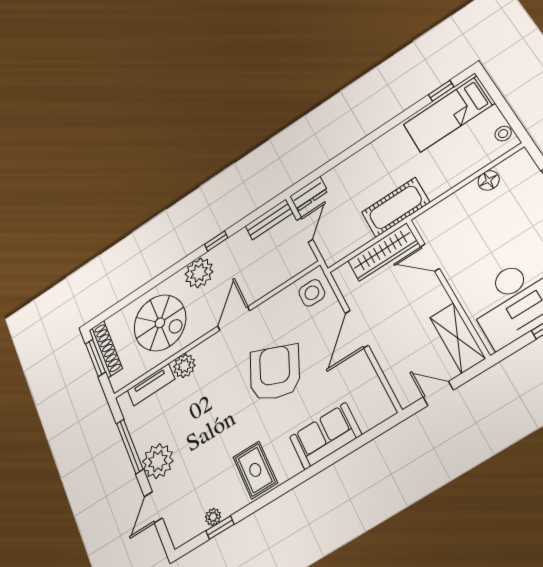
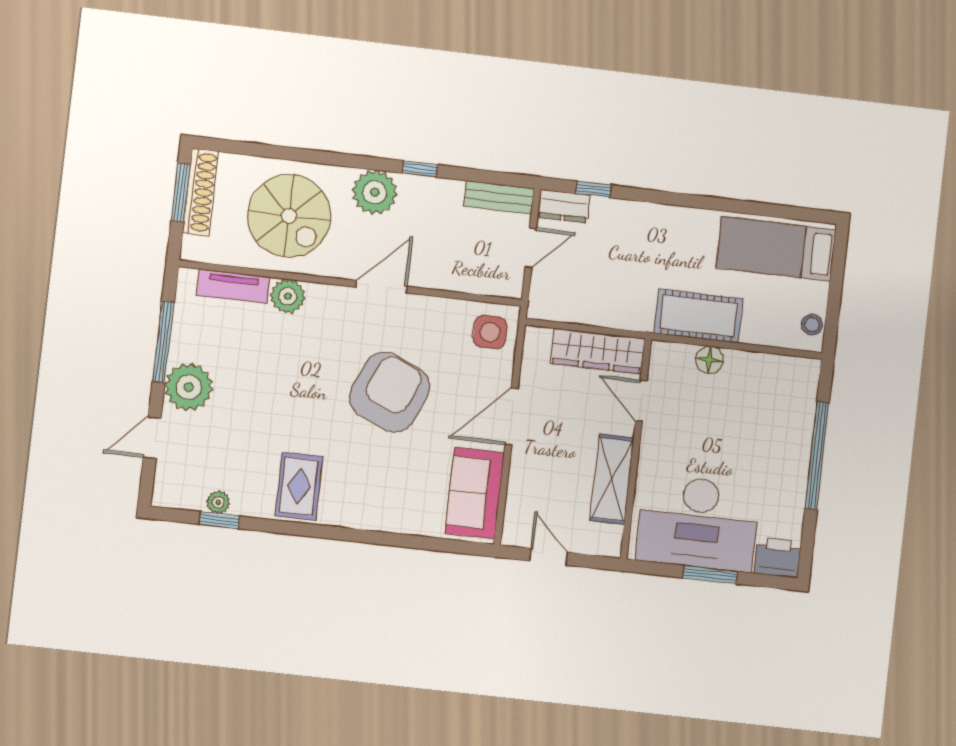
window: (441, 91) -> (593, 189), moved
floor lamp: (489, 180) -> (709, 360), moved
cot: (396, 207) -> (698, 316), moved
shelving: (457, 338) -> (612, 479), moved
sofa: (325, 436) -> (475, 493), moved, turned -90

